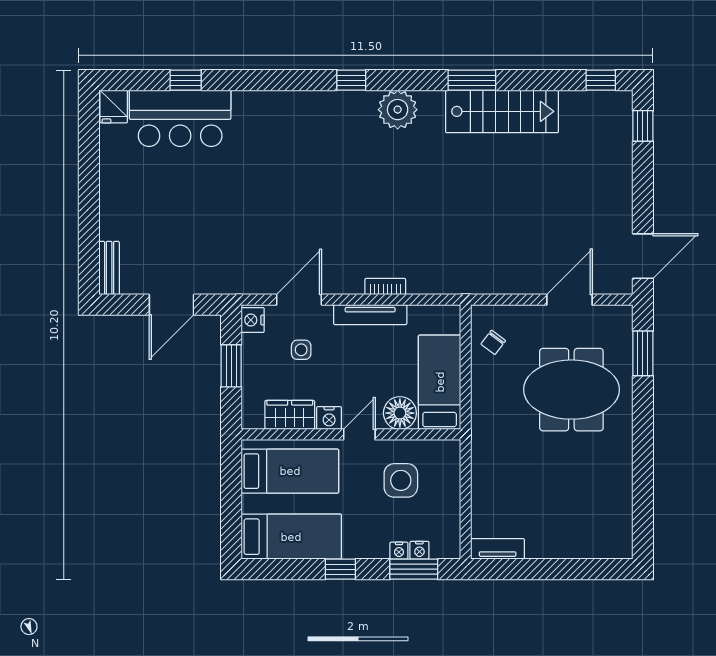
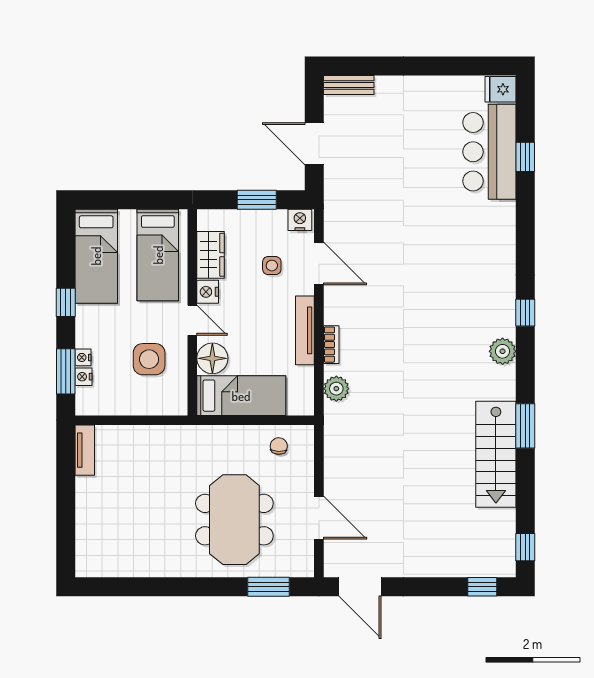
plant: (398, 110) -> (503, 351), width x0.73, depth x0.73
plant: (432, 281) -> (336, 389), added
chair: (493, 342) -> (279, 446), turned 55

